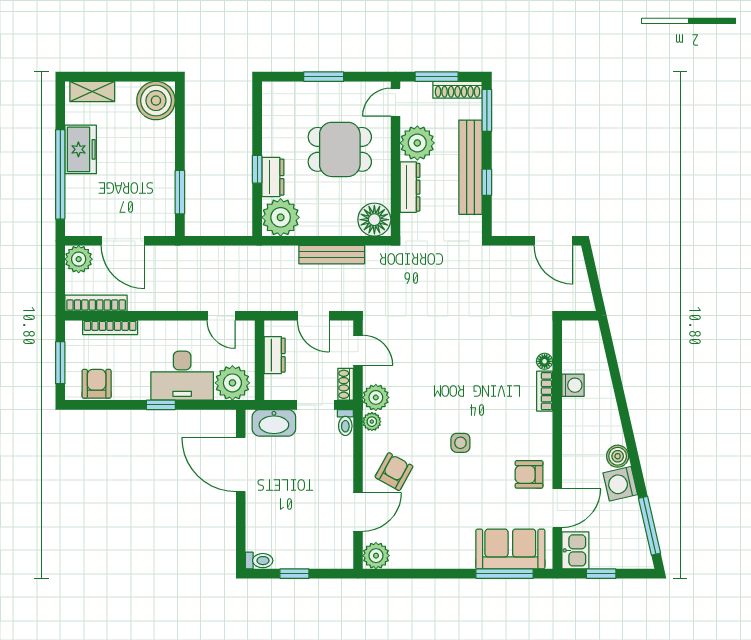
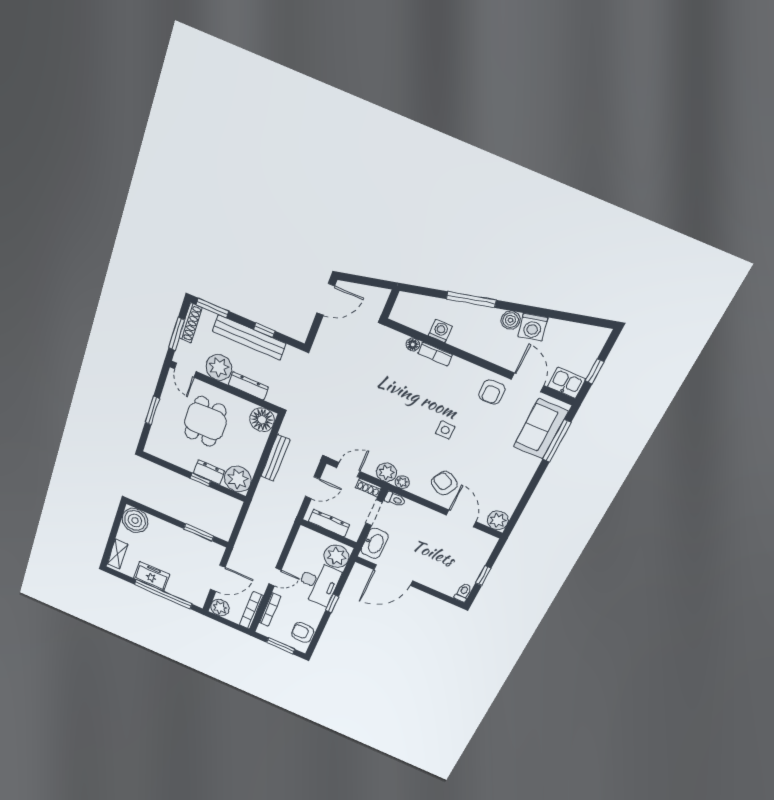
door: (221, 316) -> (275, 577), moved
dresser: (275, 355) -> (329, 523), width x1.44
window: (650, 526) -> (471, 300), moved

